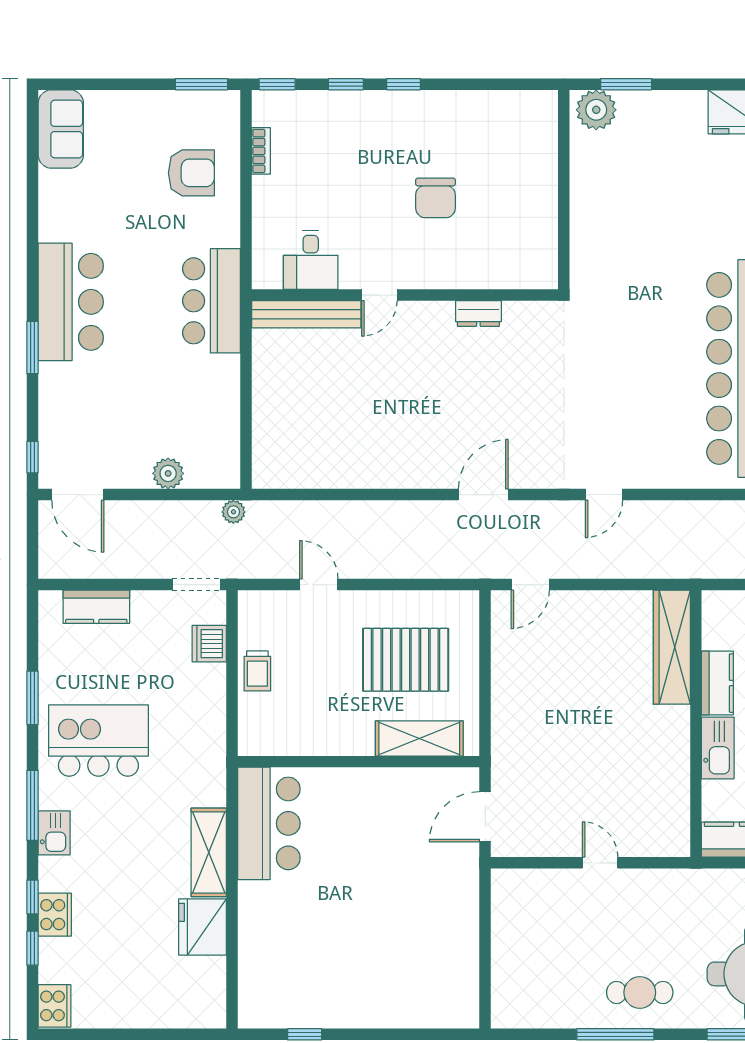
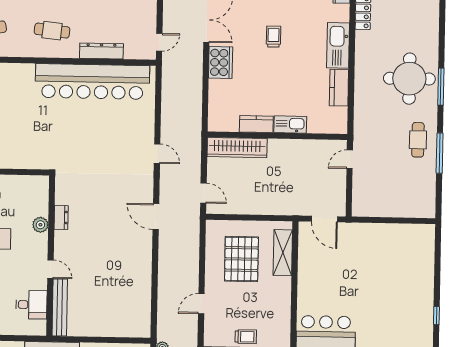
plant: (464, 274) -> (40, 225), added
wardrobe: (672, 647) -> (237, 148), moved
kitchen counter: (717, 683) -> (256, 124), moved
wall: (696, 724) -> (277, 136), moved
kitchen sink: (718, 748) -> (290, 125), moved

